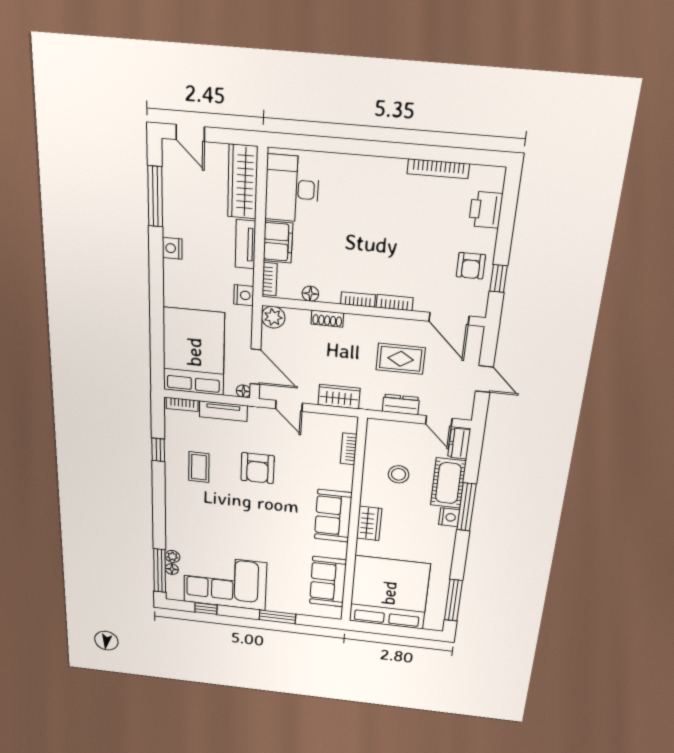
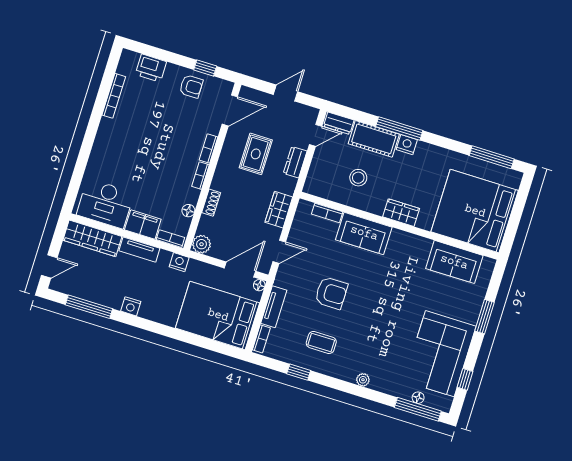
sofa: (333, 516) -> (364, 233), moved
plant: (172, 556) -> (363, 380), moved

